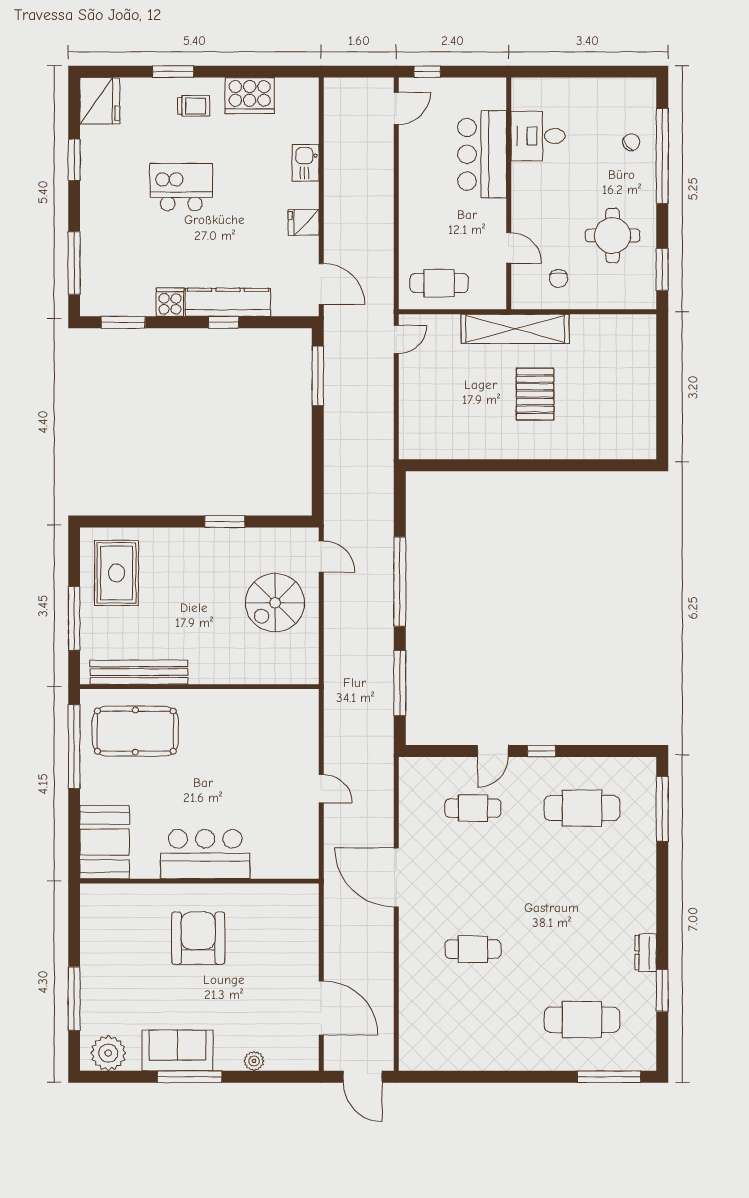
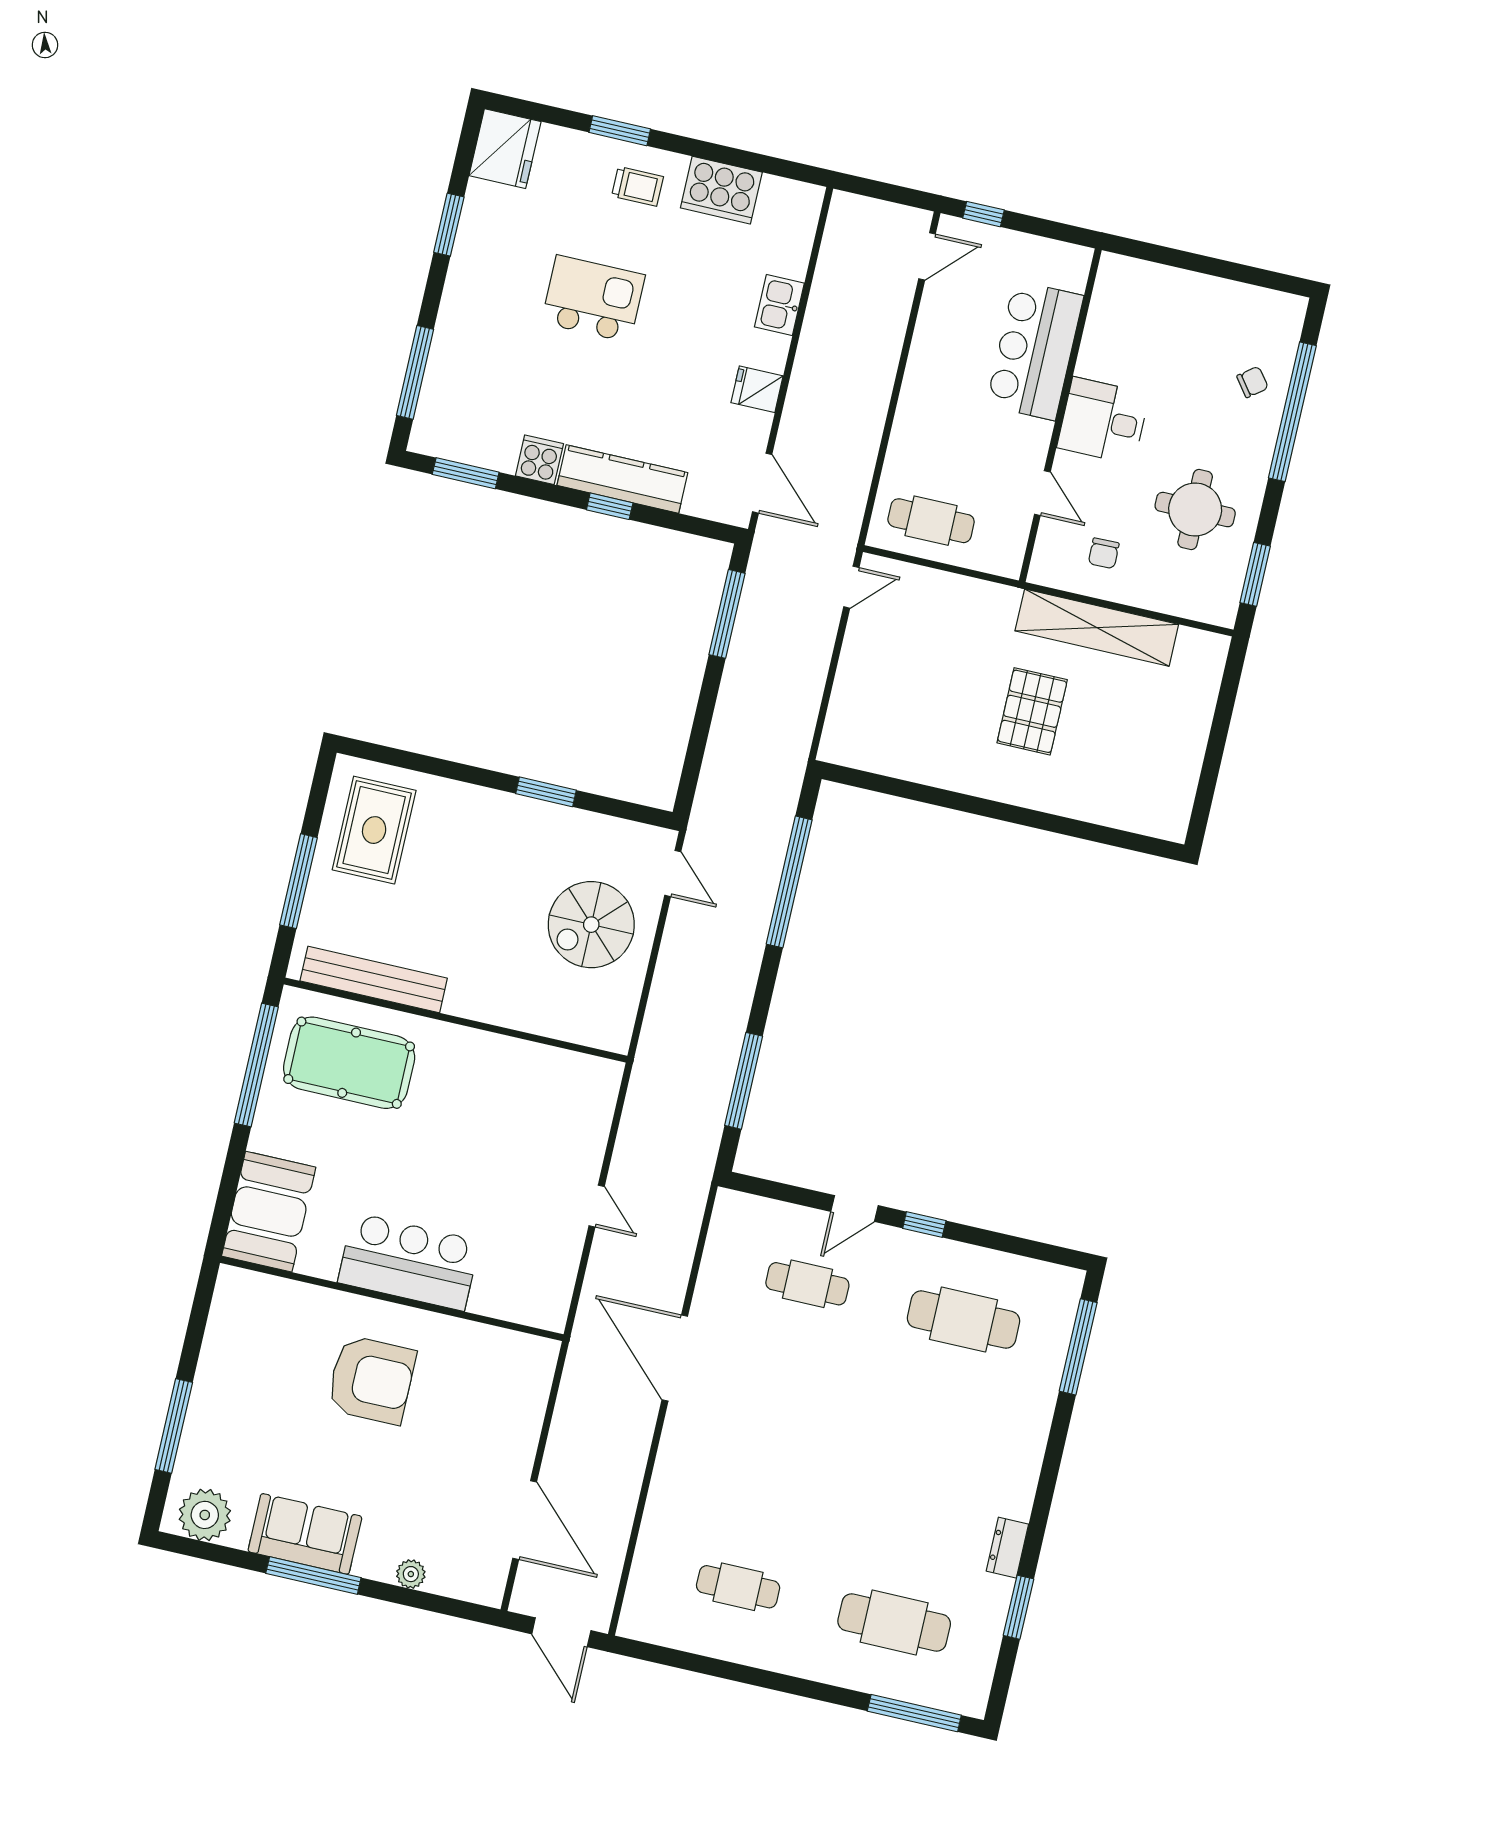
desk: (538, 136) -> (1103, 421), moved
shelving: (515, 329) -> (1097, 628), moved
window: (400, 582) -> (789, 882), moved
armchair: (198, 938) -> (371, 1380), turned 90
cafe table: (473, 949) -> (738, 1587), moved

